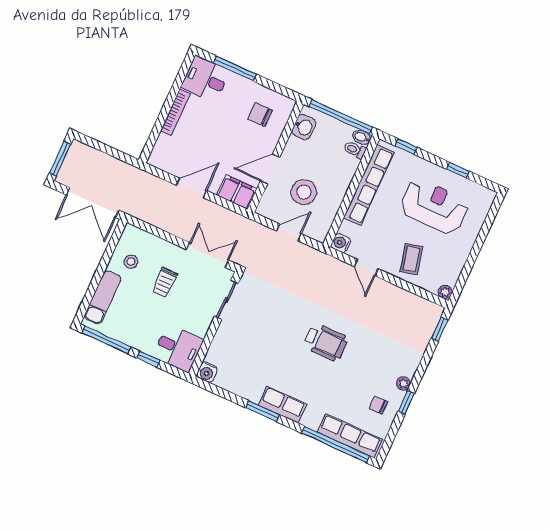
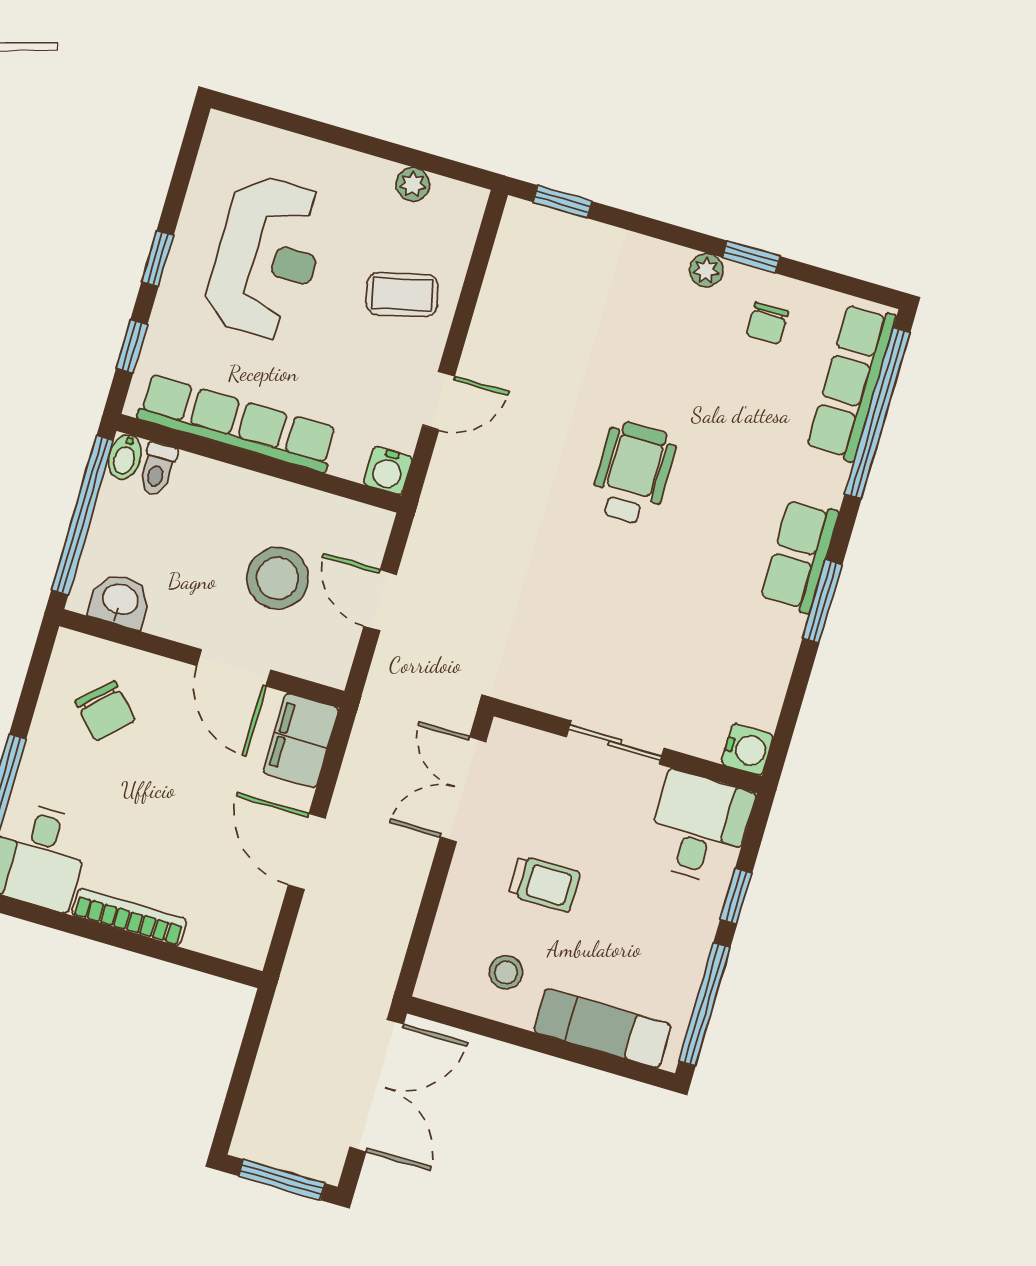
chair: (260, 115) -> (105, 711), turned -44
window: (458, 170) -> (158, 258), moved
reception desk: (434, 206) -> (267, 258), turned 180
plant: (445, 292) -> (413, 185), moved
sliding door: (226, 300) -> (615, 743), moved

